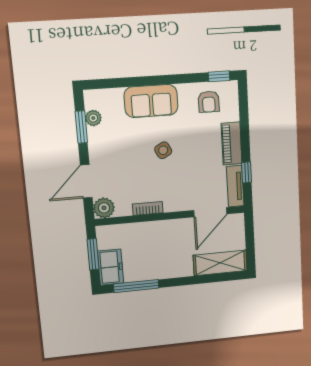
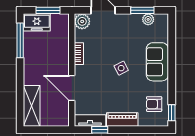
door: (210, 212) -> (72, 88), moved

